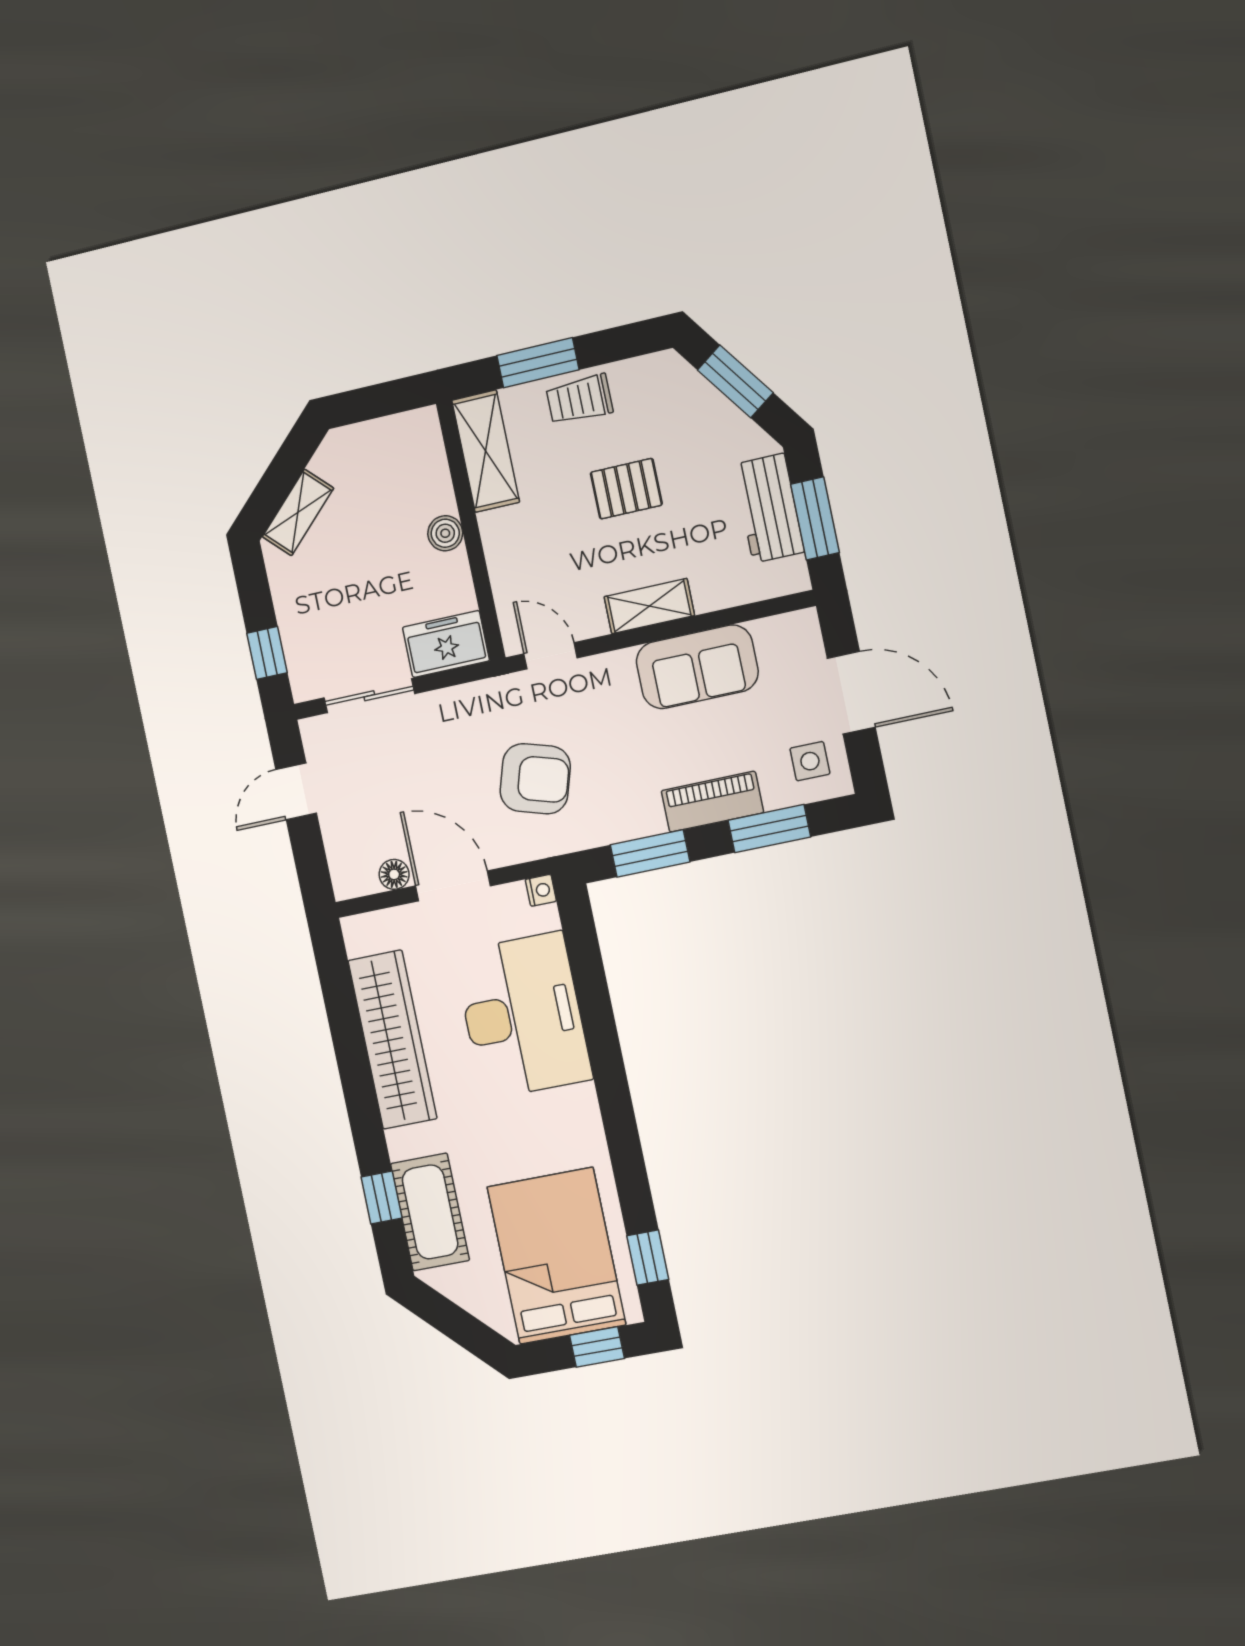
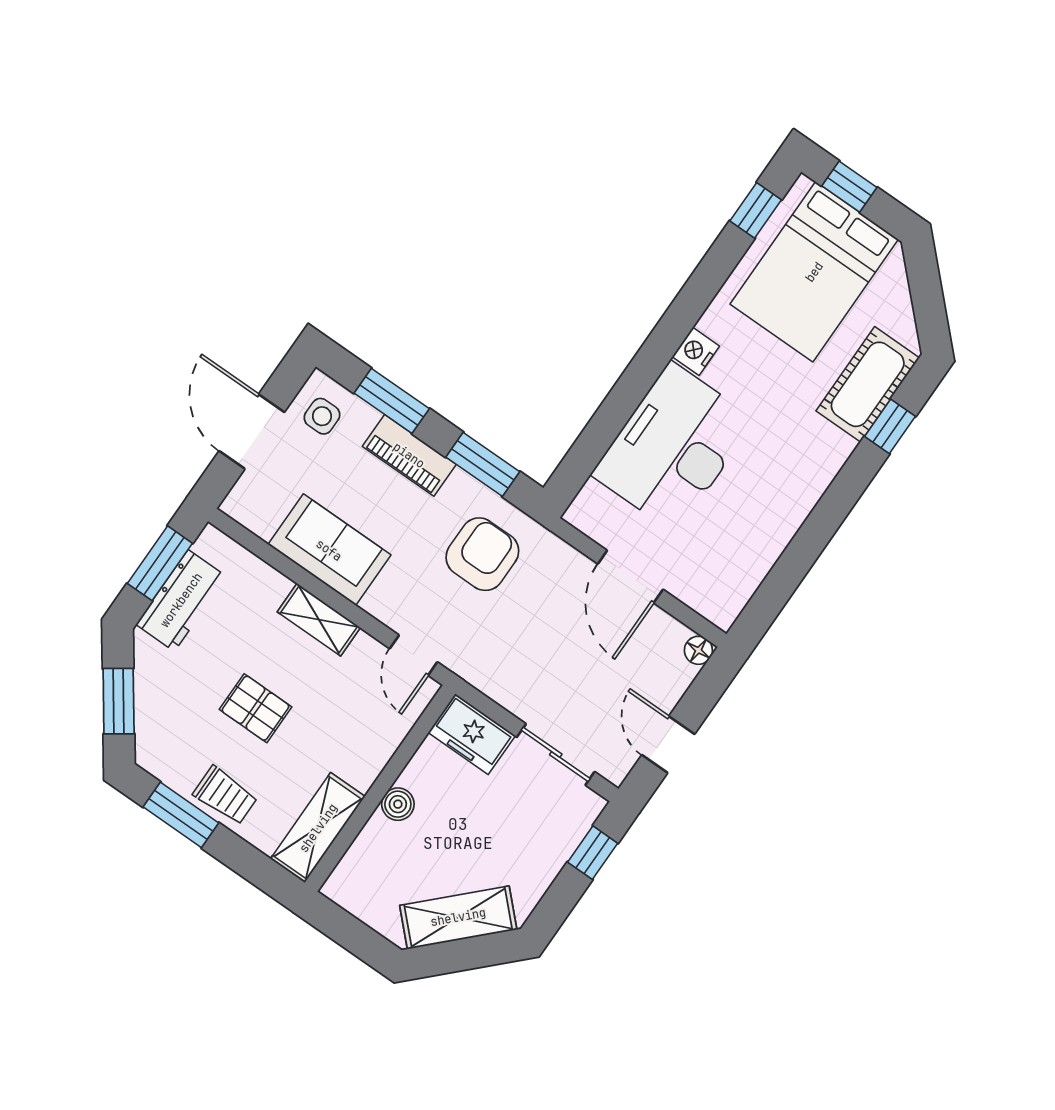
window: (538, 363) -> (181, 815), moved
shelving: (298, 512) -> (458, 917), width x1.50, depth x1.33
armchair: (535, 779) -> (482, 554), moved, turned 73
door: (296, 791) -> (668, 744), swing flipped
floor lamp: (394, 874) -> (698, 650), moved
nightstand: (541, 890) -> (696, 351), moved, width x1.39, depth x1.35
wardrobe: (392, 1040) -> (775, 520), removed

